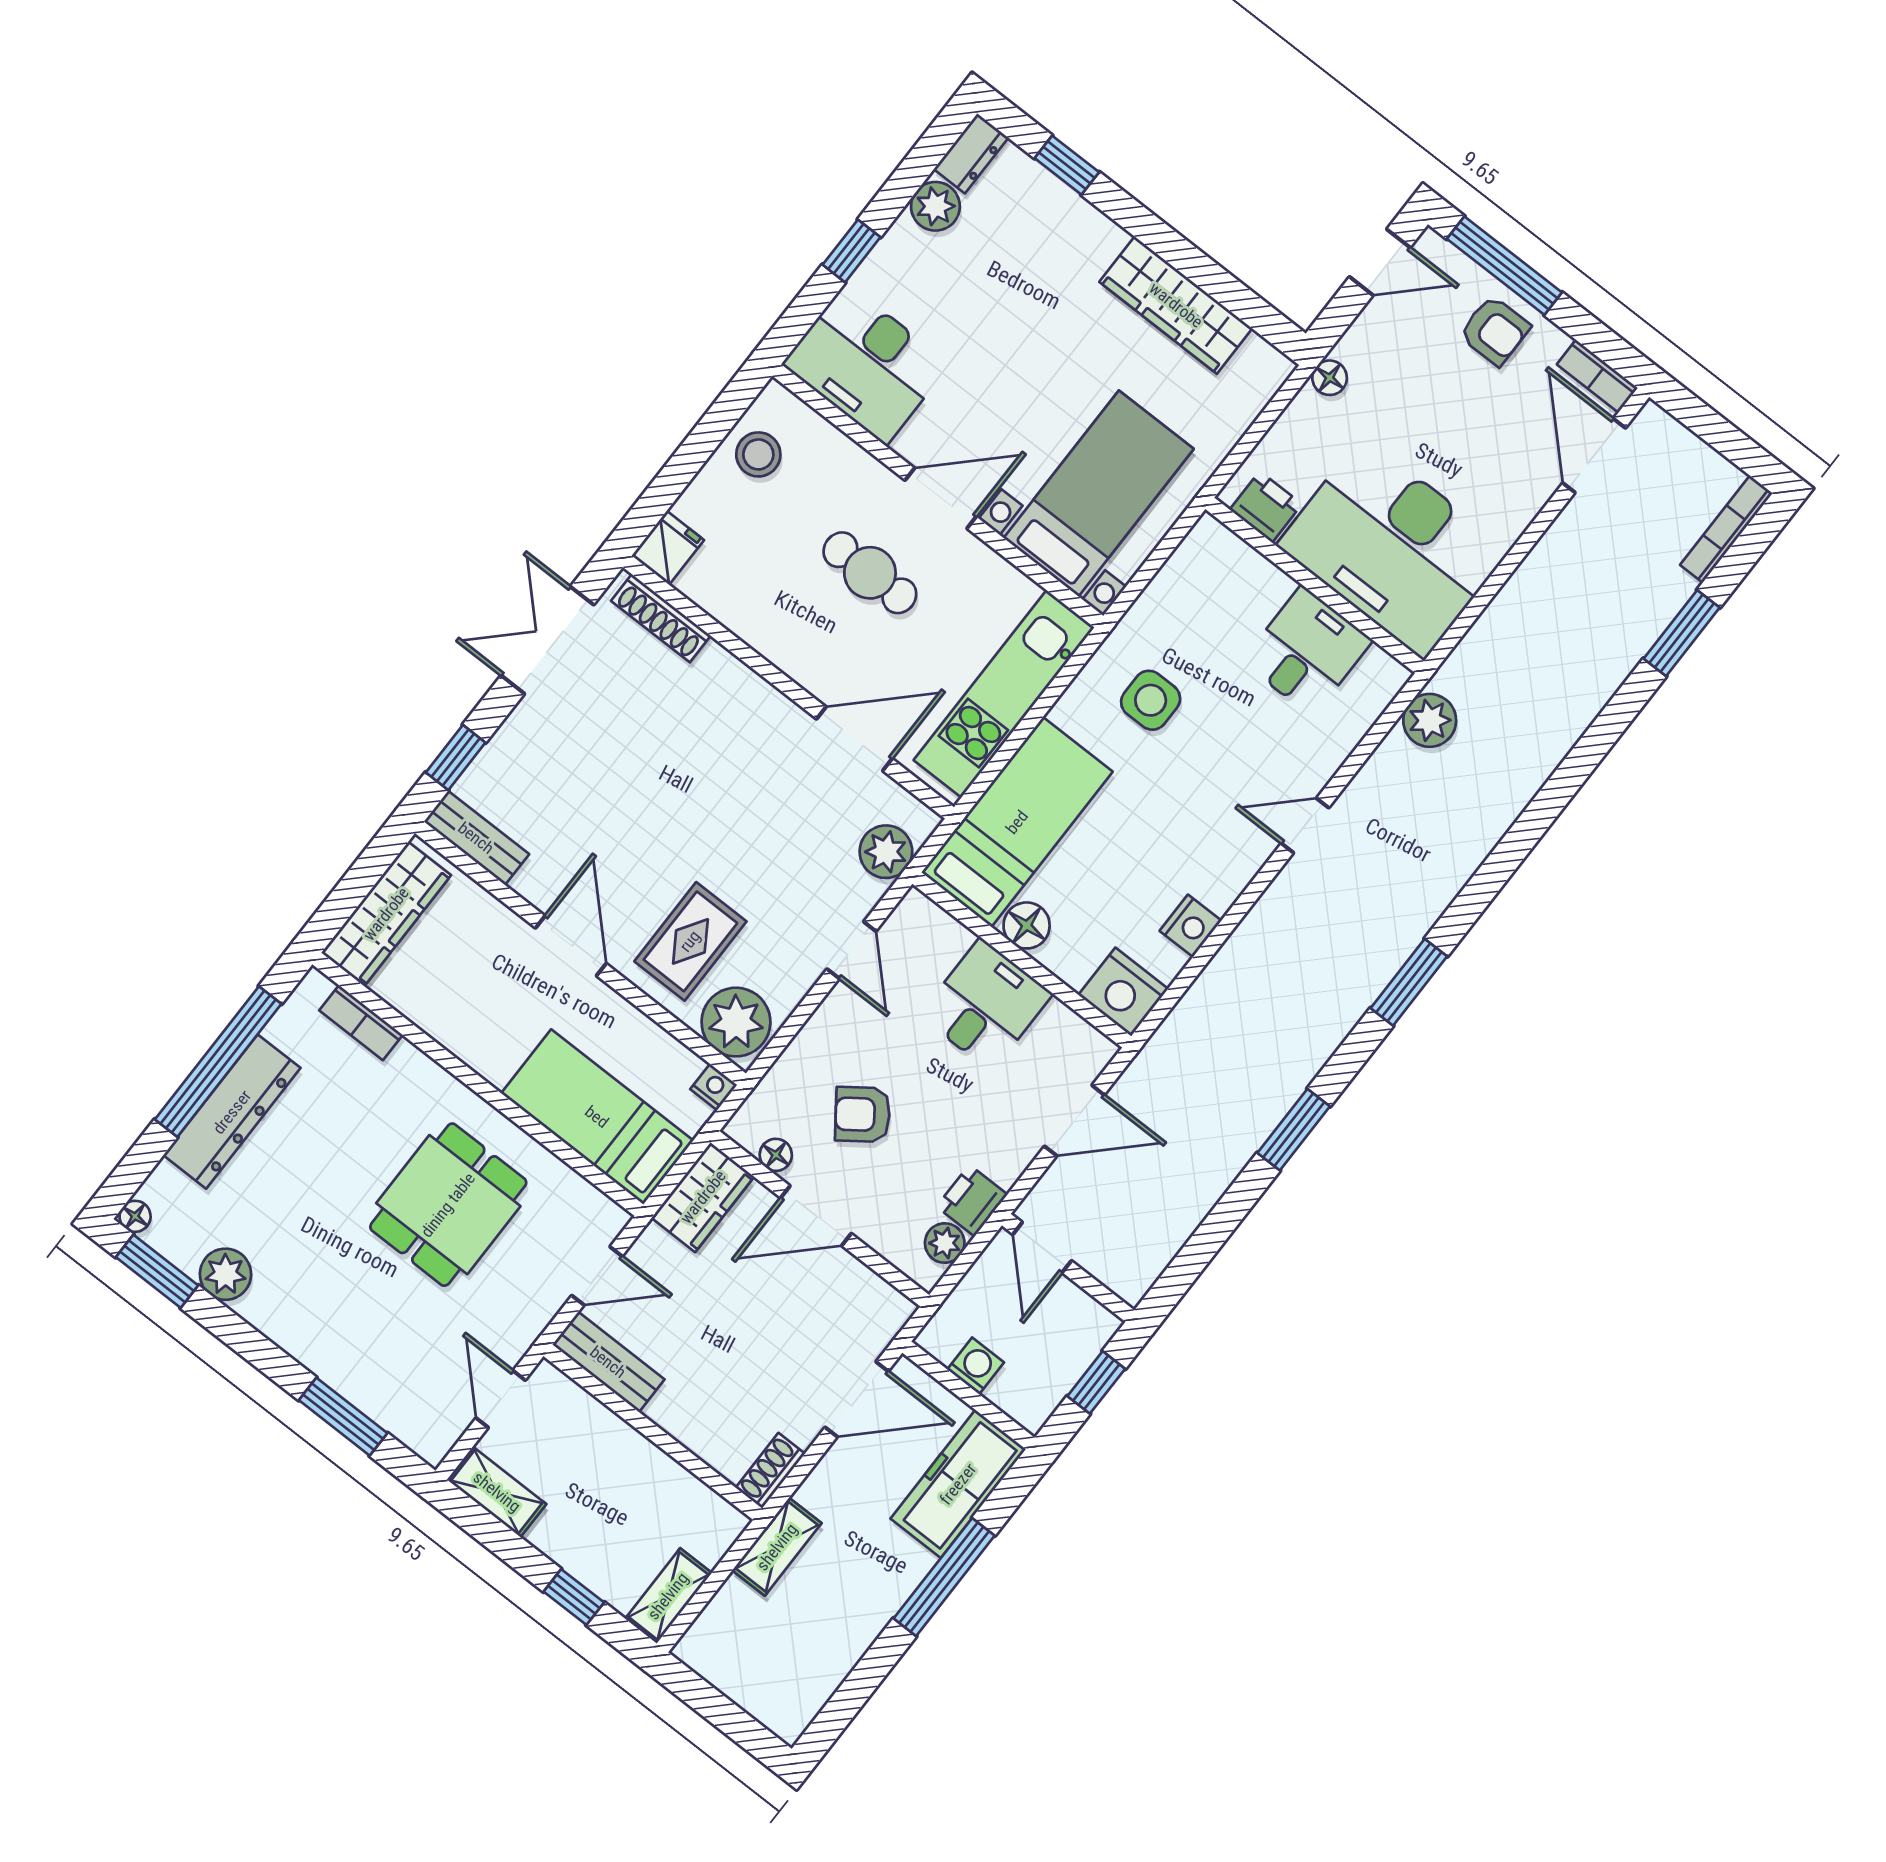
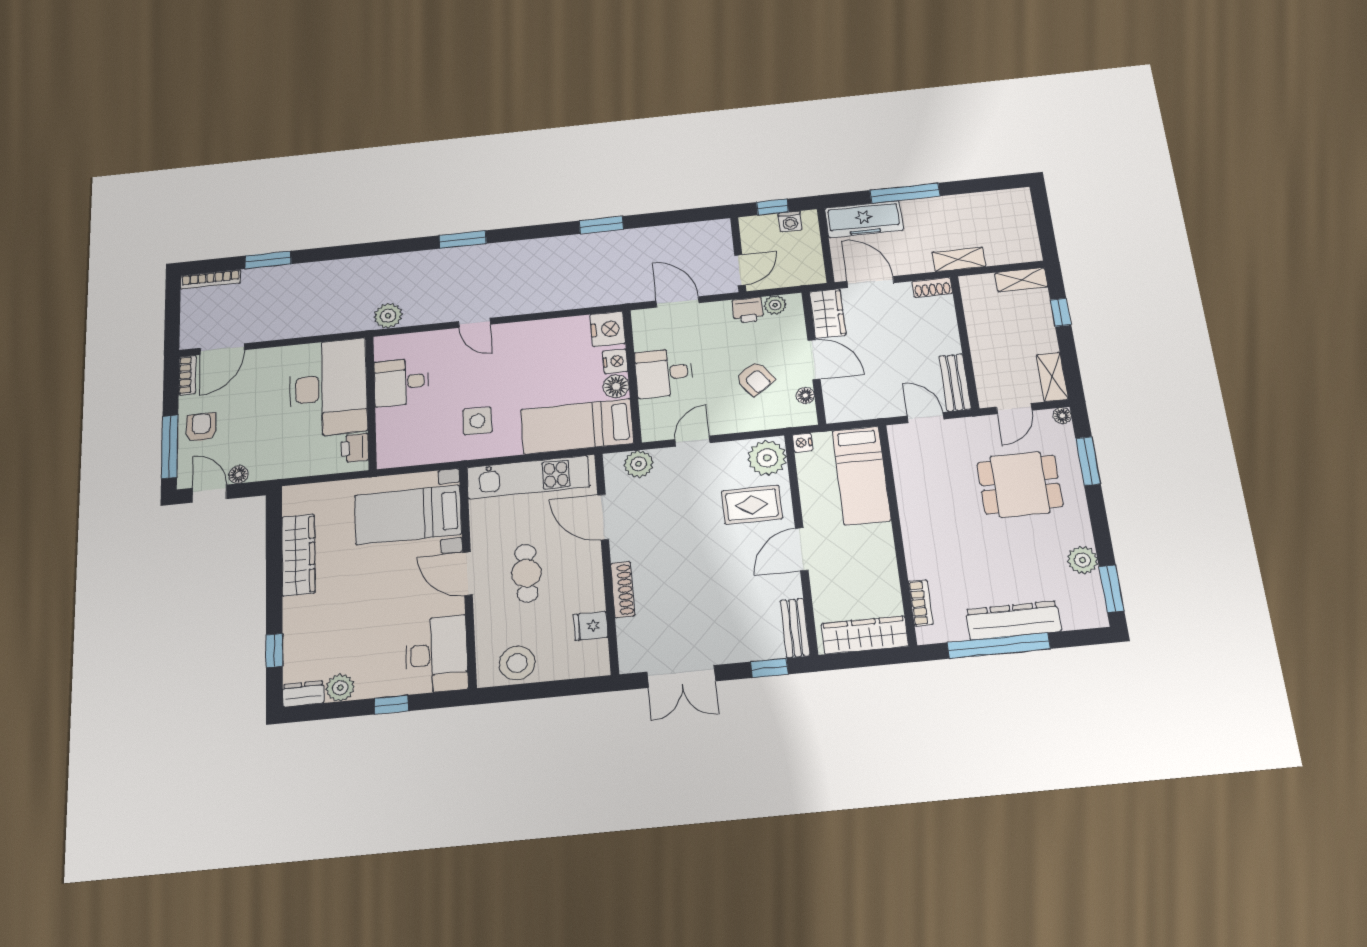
floor lamp: (1330, 378) -> (239, 474), moved
stool: (758, 454) -> (517, 663), width x1.38, depth x1.38
fridge: (668, 548) -> (591, 626), moved
shoe rack: (661, 618) -> (623, 590), moved
nightstand: (1190, 926) -> (615, 361), moved, turned 90
window: (1409, 982) -> (463, 239), moved
wardrobe: (703, 1197) -> (828, 313), moved, turned 90
dining table: (448, 1205) -> (1020, 484), moved
floor lamp: (135, 1216) -> (1062, 416), moved
washing machine: (976, 1366) -> (790, 221), moved, turned -90

